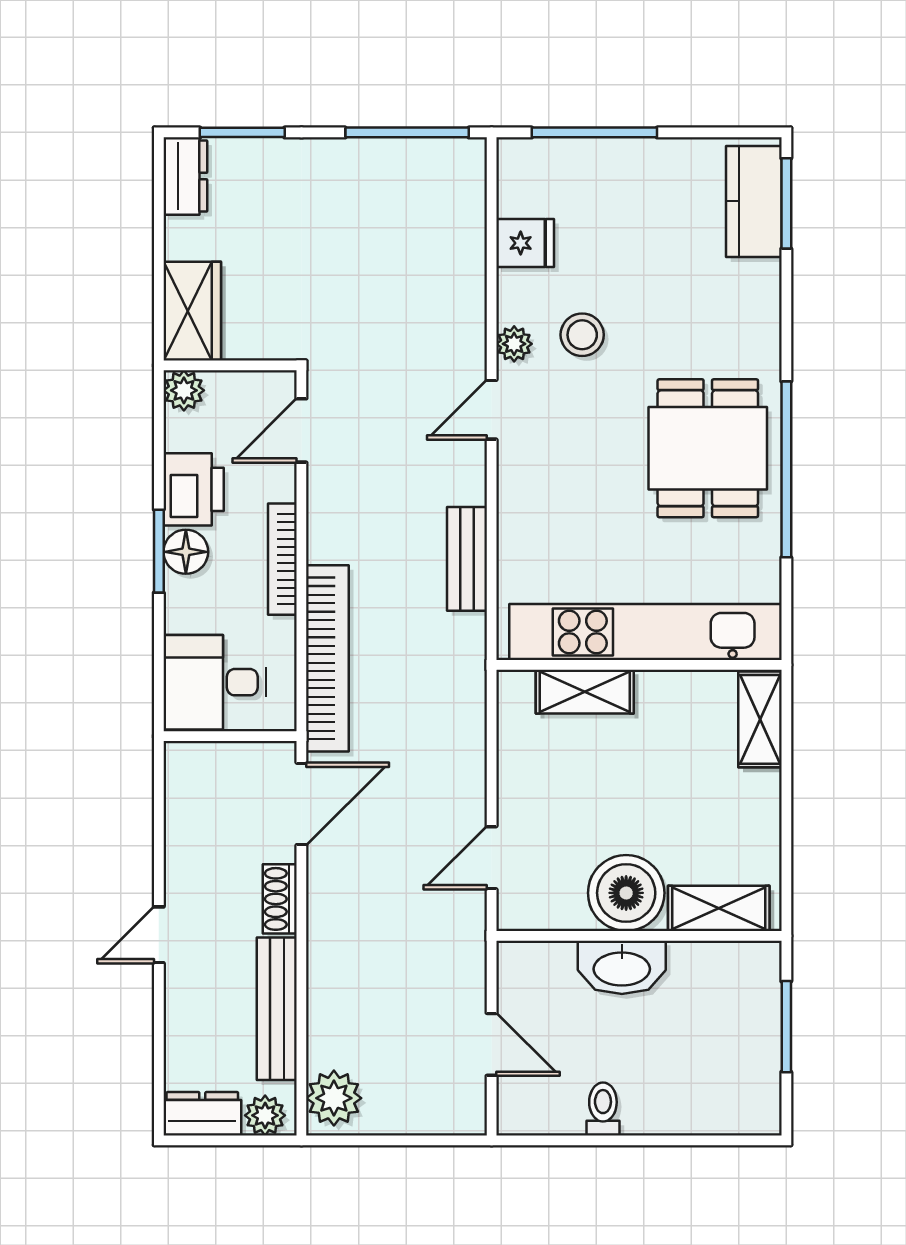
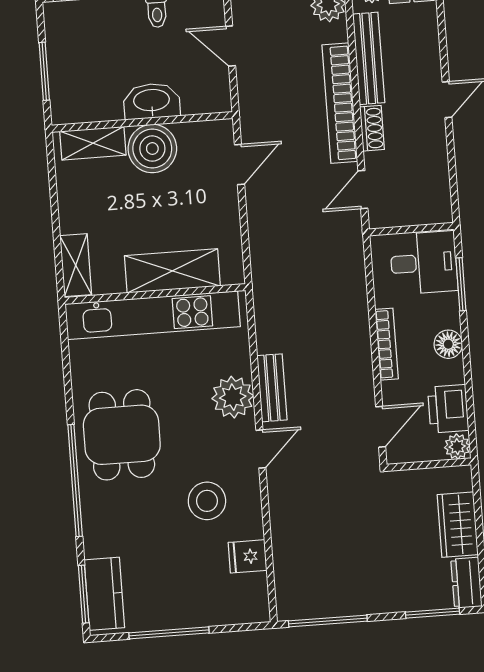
window: (594, 132) -> (169, 633), moved
wardrobe: (192, 311) -> (458, 525), moved
stool: (582, 335) -> (207, 501), width x1.38, depth x1.38
plant: (514, 344) -> (233, 397), moved, width x1.88, depth x1.88
window: (786, 469) -> (75, 480), moved
printer: (194, 489) -> (448, 409), moved
window: (159, 551) -> (461, 284), moved
bench: (467, 559) -> (272, 388), moved
bookcase: (327, 658) -> (340, 103), moved
shelving: (585, 692) -> (172, 271), width x1.50, depth x1.33
door: (301, 804) -> (363, 190), width x0.73

